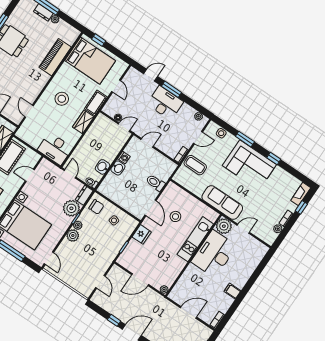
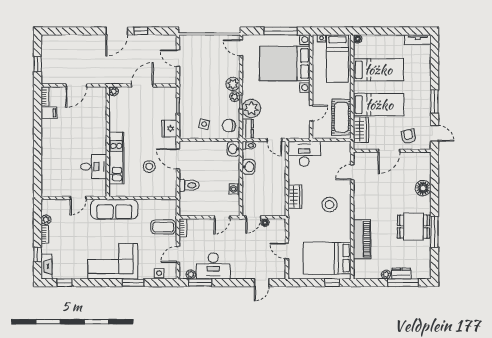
window: (171, 89) -> (200, 283), moved
cot: (96, 103) -> (295, 222), removed
desk: (165, 103) -> (213, 266), moved
door: (29, 111) -> (352, 172), swing flipped
window: (274, 159) -> (64, 283), moved
washbasin: (118, 168) -> (233, 149), moved
plant: (224, 226) -> (98, 188), removed
desk: (214, 254) -> (94, 167), width x0.53, depth x0.77
filing cabinet: (232, 291) -> (49, 113), moved

